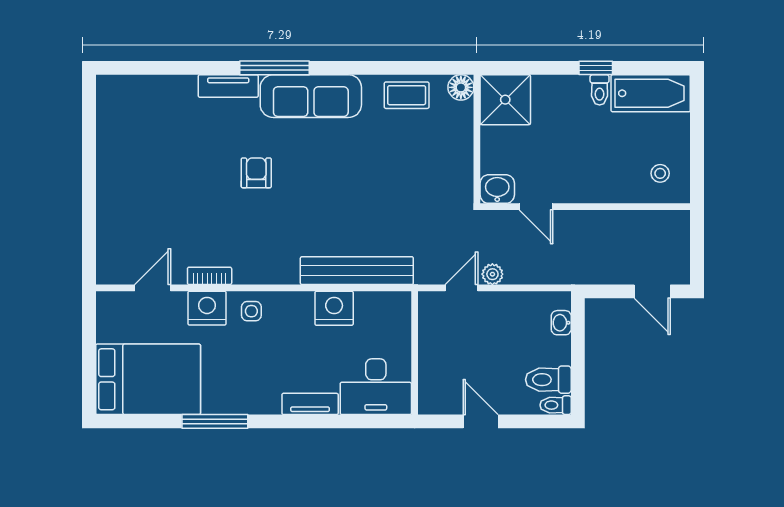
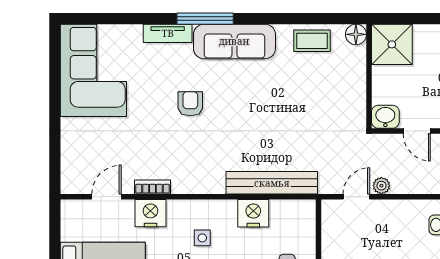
corner sofa: (137, 132) -> (93, 70), added
side table: (251, 311) -> (202, 238), moved

